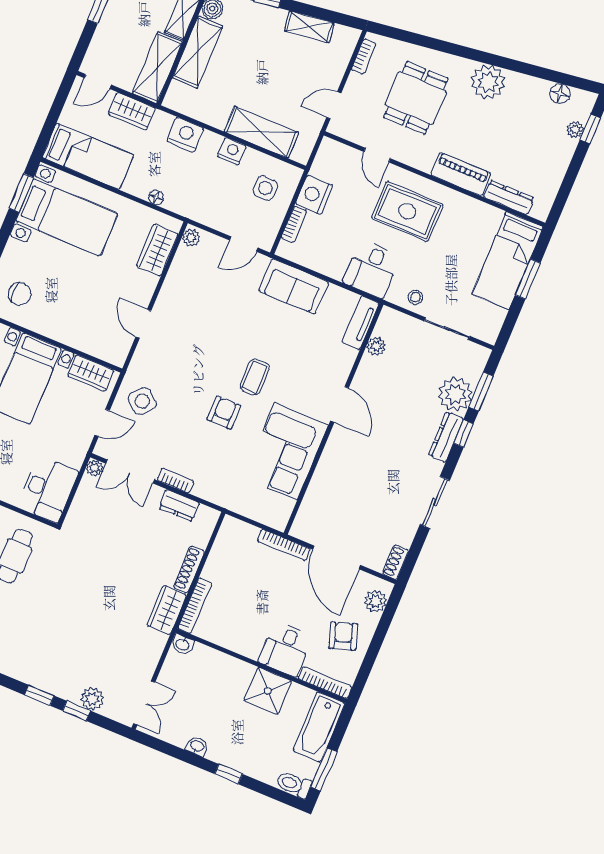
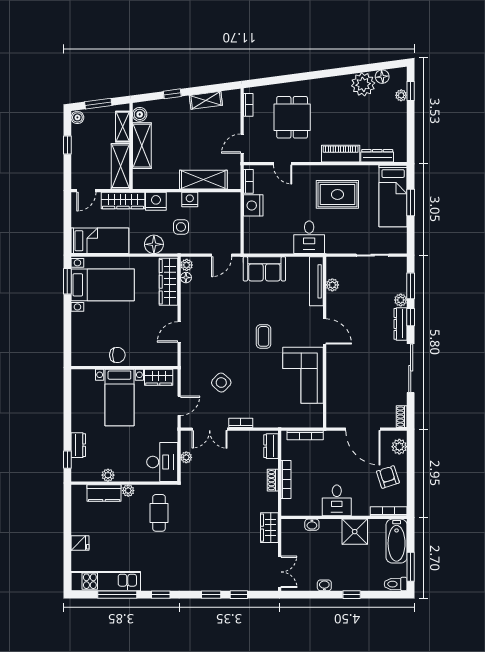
plant: (488, 82) -> (363, 84), moved
wardrobe: (132, 111) -> (123, 201), width x1.50
side table: (265, 188) -> (181, 227), moved
floor lamp: (156, 197) -> (154, 244), width x1.89, depth x1.89
rug: (407, 211) -> (337, 194), moved
bookcase: (294, 224) -> (248, 181), moved
wardrobe: (157, 250) -> (168, 282), width x1.50
floor lamp: (183, 254) -> (186, 278), added
chair: (20, 294) -> (117, 355), moved
stool: (415, 297) -> (344, 244), removed
tv unit: (361, 323) -> (316, 281), width x1.41
door: (143, 324) -> (179, 332), hinge flipped
plant: (455, 394) -> (401, 300), width x0.53, depth x0.53
side table: (142, 401) -> (221, 383), moved
armchair: (224, 413) -> (254, 367), removed
plant: (95, 468) -> (186, 457), moved
sliding door: (435, 502) -> (411, 368), width x1.37
dresser: (179, 505) -> (271, 446), moved, turned 90
bookcase: (284, 545) -> (305, 435), moved
shoe rack: (189, 569) -> (273, 480), width x0.70
bookcase: (195, 606) -> (286, 479), moved
wardrobe: (167, 610) -> (269, 528), moved
washbasin: (183, 644) -> (312, 525), moved
desk: (286, 649) -> (337, 500), moved
plant: (92, 699) -> (246, 583), removed

